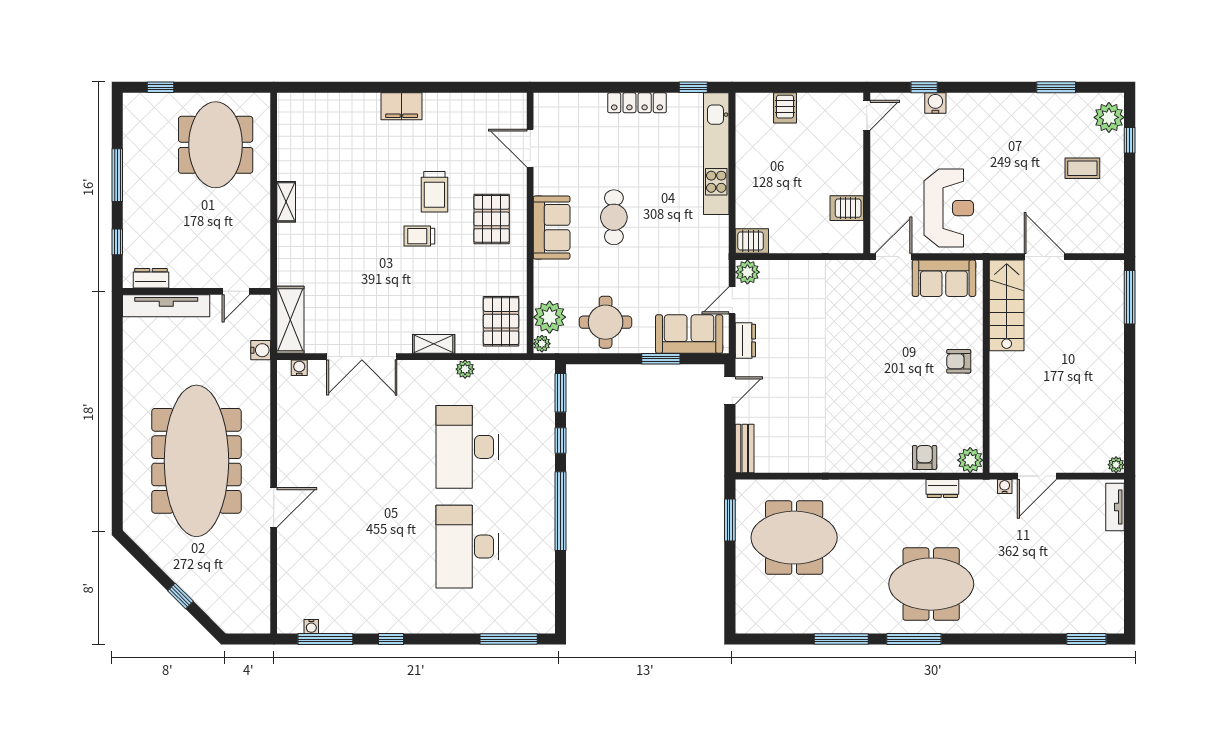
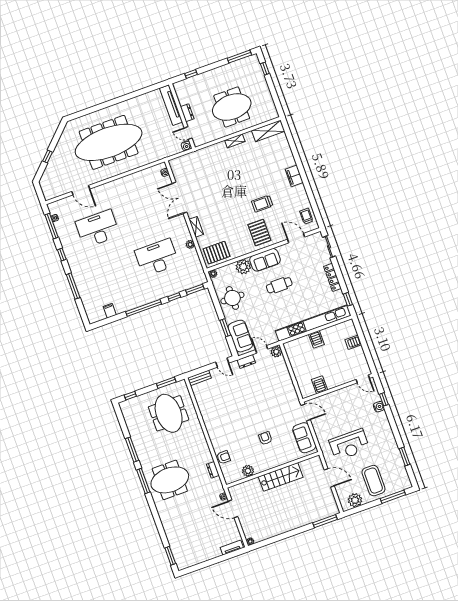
sliding door: (572, 87) -> (329, 247), added
plant: (1109, 117) -> (355, 500), moved
window: (1130, 140) -> (393, 497), width x2.17
meeting table: (216, 145) -> (232, 107), moved
door: (530, 148) -> (296, 238), hinge flipped
kitchen unit: (716, 154) -> (313, 323), width x1.36
coffee table: (1082, 168) -> (373, 481), width x1.86, depth x1.72
window: (117, 175) -> (239, 57), moved
reception desk: (949, 208) -> (349, 445), moved
pallet: (492, 219) -> (259, 233), turned 90
trolley: (419, 236) -> (306, 216), moved
server rack: (752, 241) -> (316, 339), moved
door: (1044, 257) -> (329, 478), hinge flipped
dresser: (151, 278) -> (187, 113), moved
stairs: (1007, 305) -> (281, 477), moved
plant: (550, 317) -> (243, 267), moved
shelving: (290, 320) -> (268, 131), moved
water cooler: (261, 350) -> (186, 146), moved
armchair: (959, 361) -> (265, 438), moved
plant: (970, 460) -> (248, 471), moved
door: (274, 507) -> (81, 190), moved
desk: (467, 547) -> (98, 229), moved
filing cabinet: (541, 582) -> (110, 311), added
meeting table: (931, 584) -> (170, 480), turned 90
window: (730, 603) -> (130, 396), added
window: (509, 639) -> (73, 286), moved

